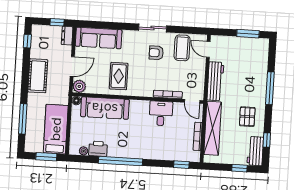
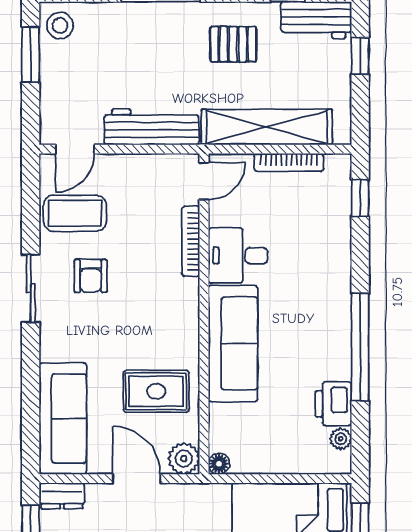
stool: (259, 46) -> (60, 25), added
rug: (119, 76) -> (156, 391), moved
sofa: (105, 108) -> (233, 344), moved

